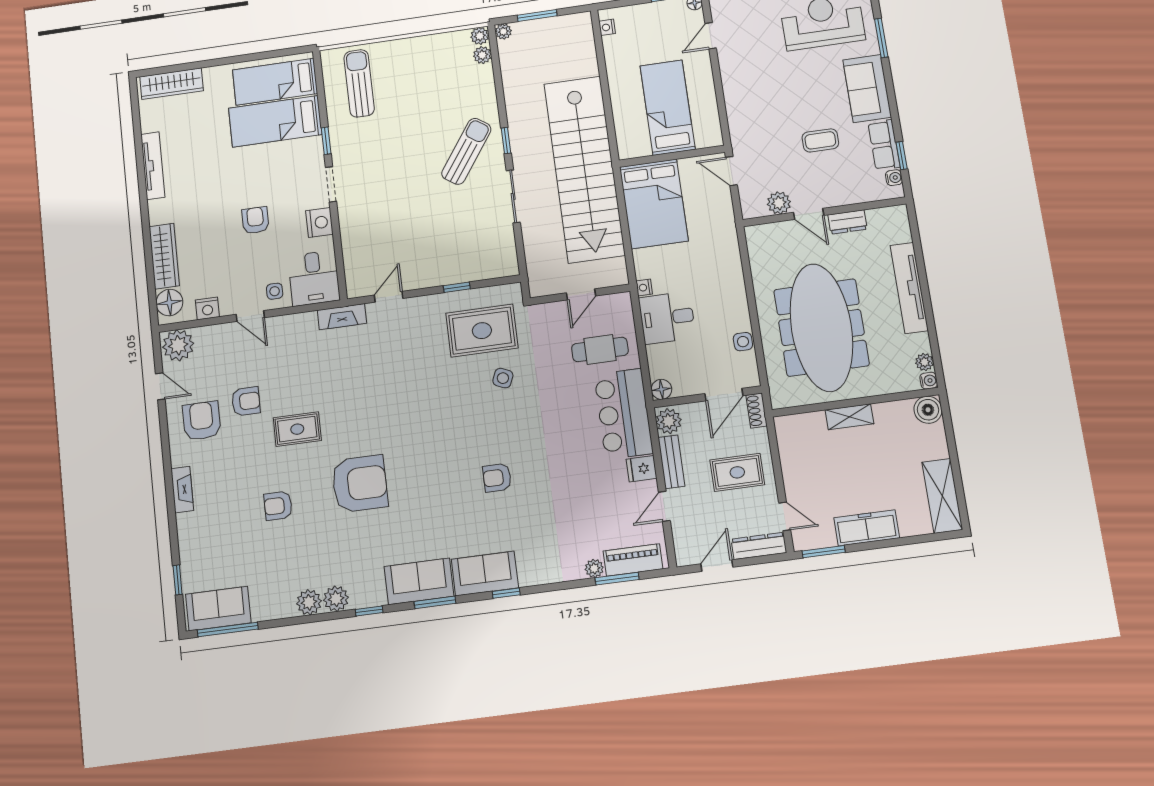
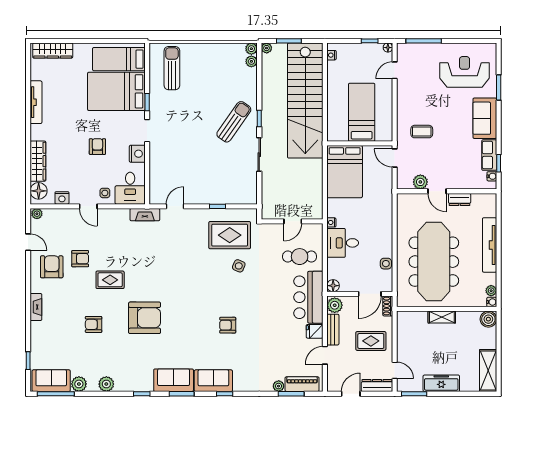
bed: (275, 121) -> (116, 91), width x1.50
coffee table: (820, 140) -> (422, 132), moved
stairs: (584, 169) -> (305, 101), moved
plant: (178, 345) -> (37, 214), width x0.53, depth x0.53
plant: (336, 599) -> (79, 384), moved

